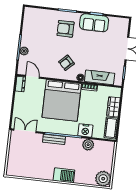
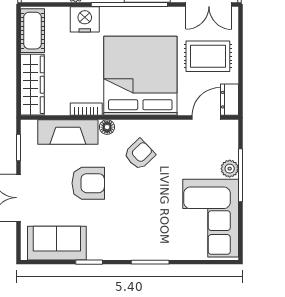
sofa: (94, 23) -> (57, 243), moved
corner sofa: (36, 28) -> (211, 218), added
armchair: (66, 29) -> (88, 183), moved
door: (32, 77) -> (206, 118), swing flipped
rug: (28, 106) -> (208, 56), added
wardrobe: (113, 107) -> (32, 85), width x1.50

